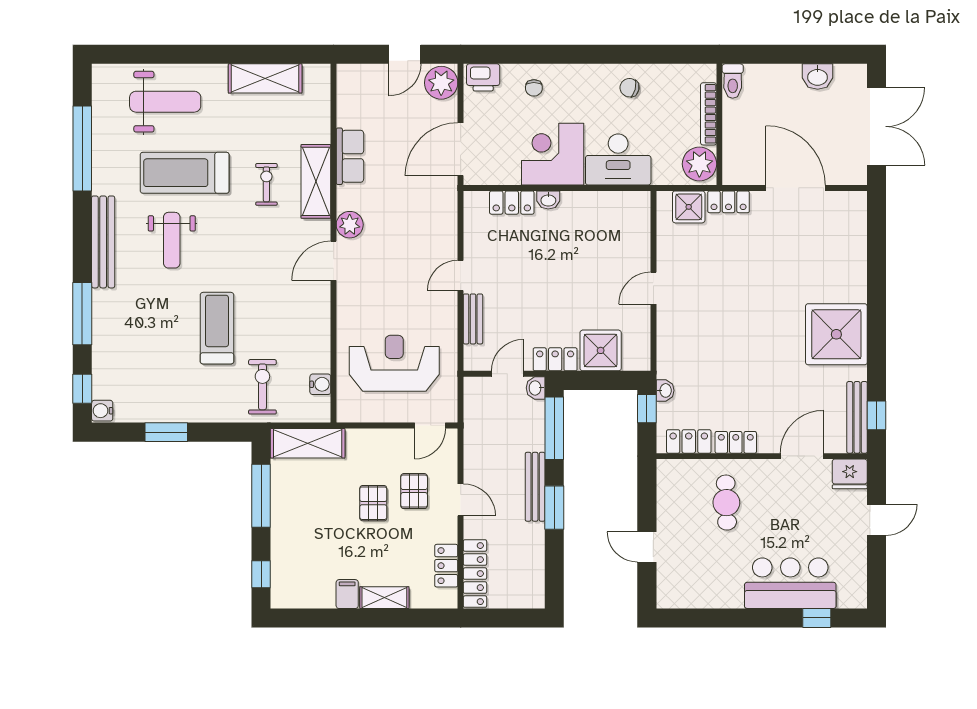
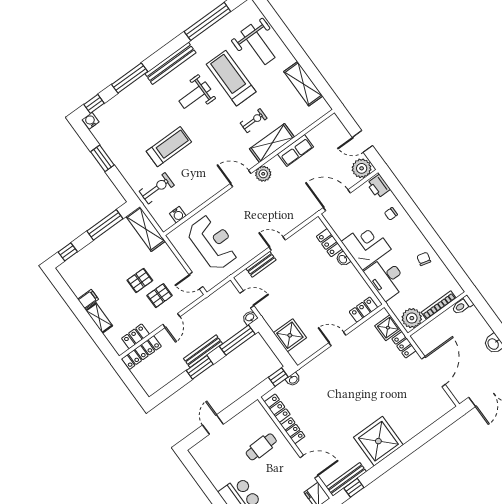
locker: (555, 359) -> (363, 310), moved, turned -90

